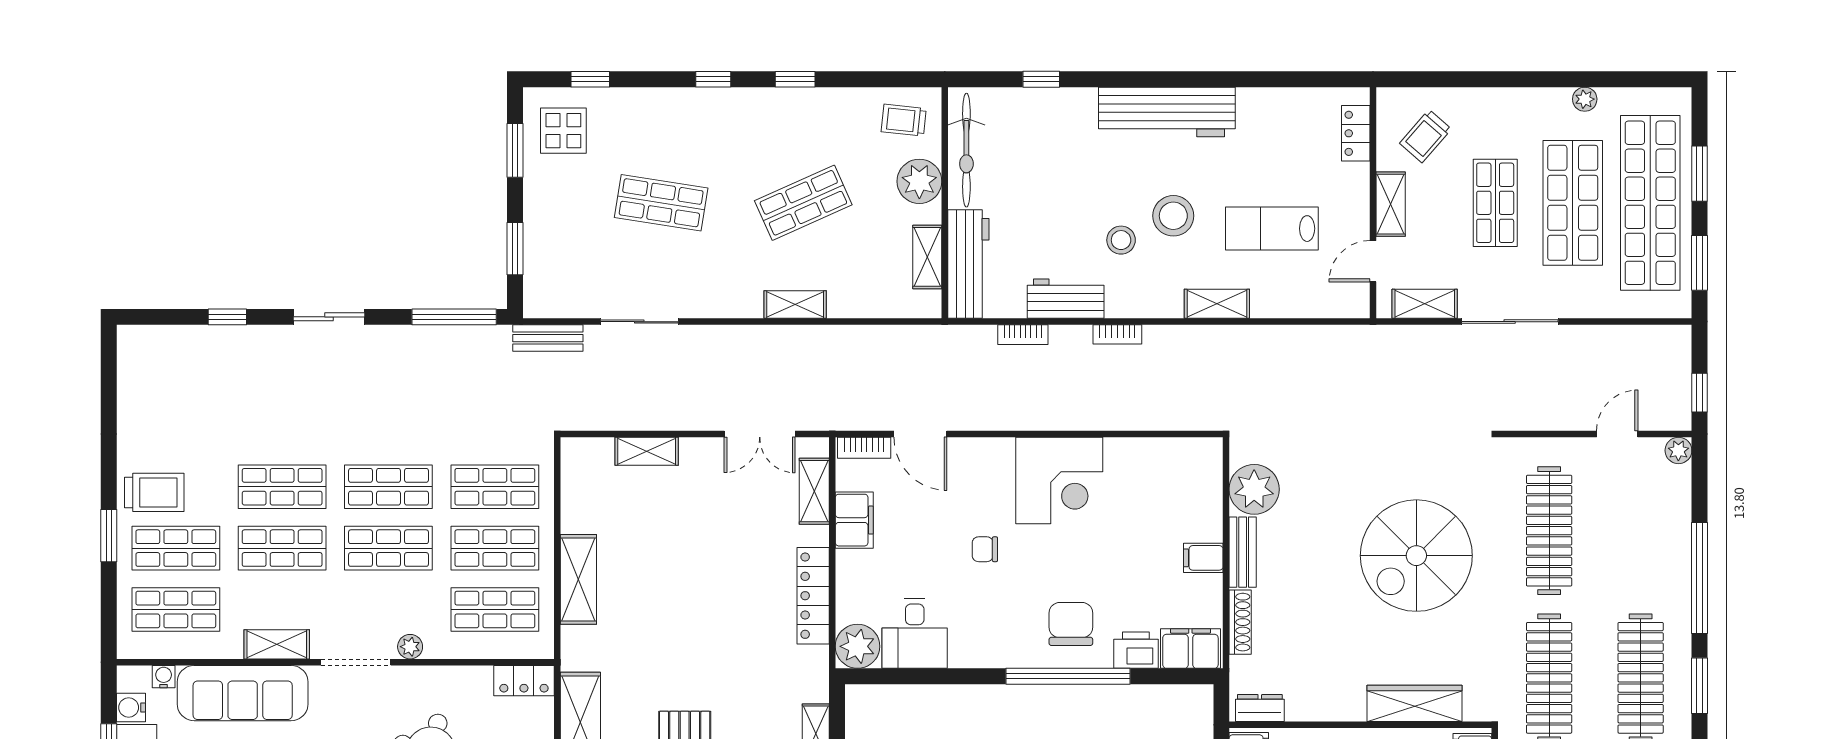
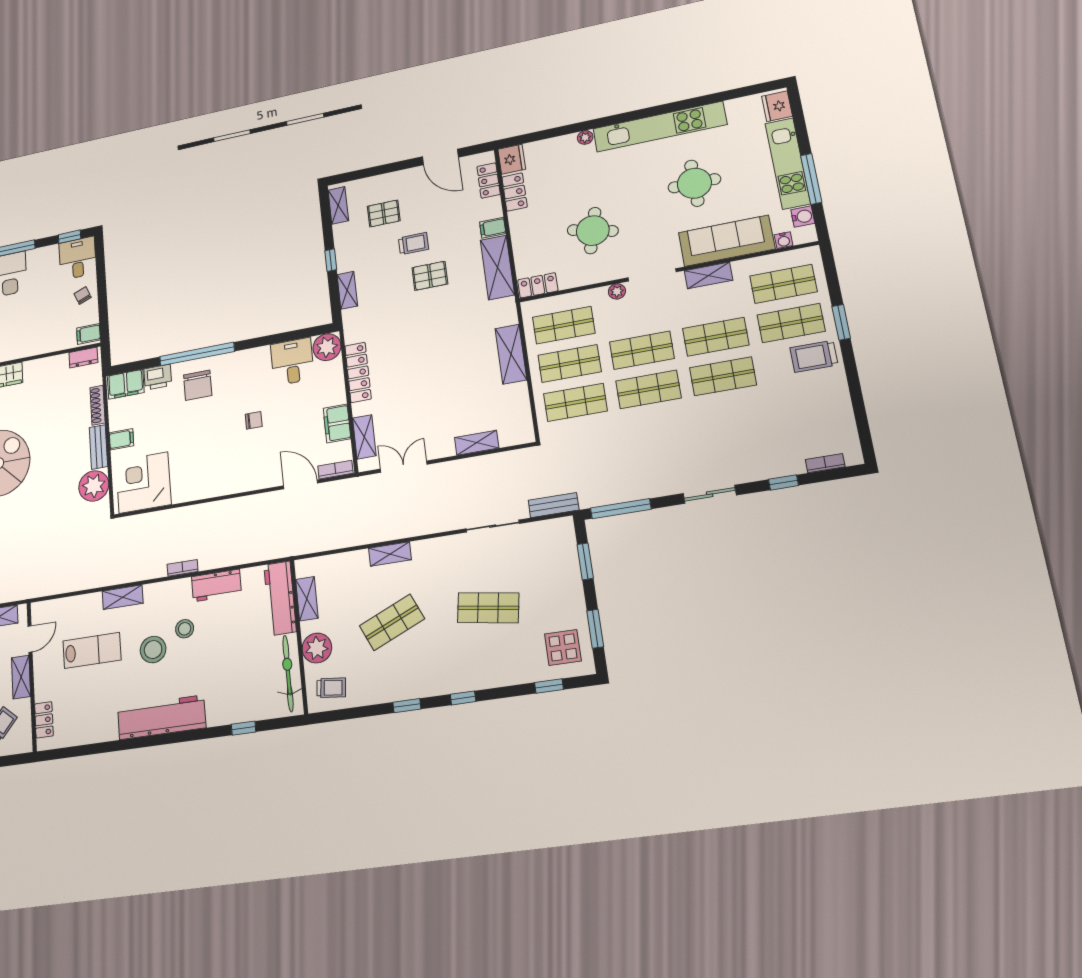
bookcase: (1023, 335) -> (825, 463), moved
corner desk: (1059, 481) -> (143, 483), moved

